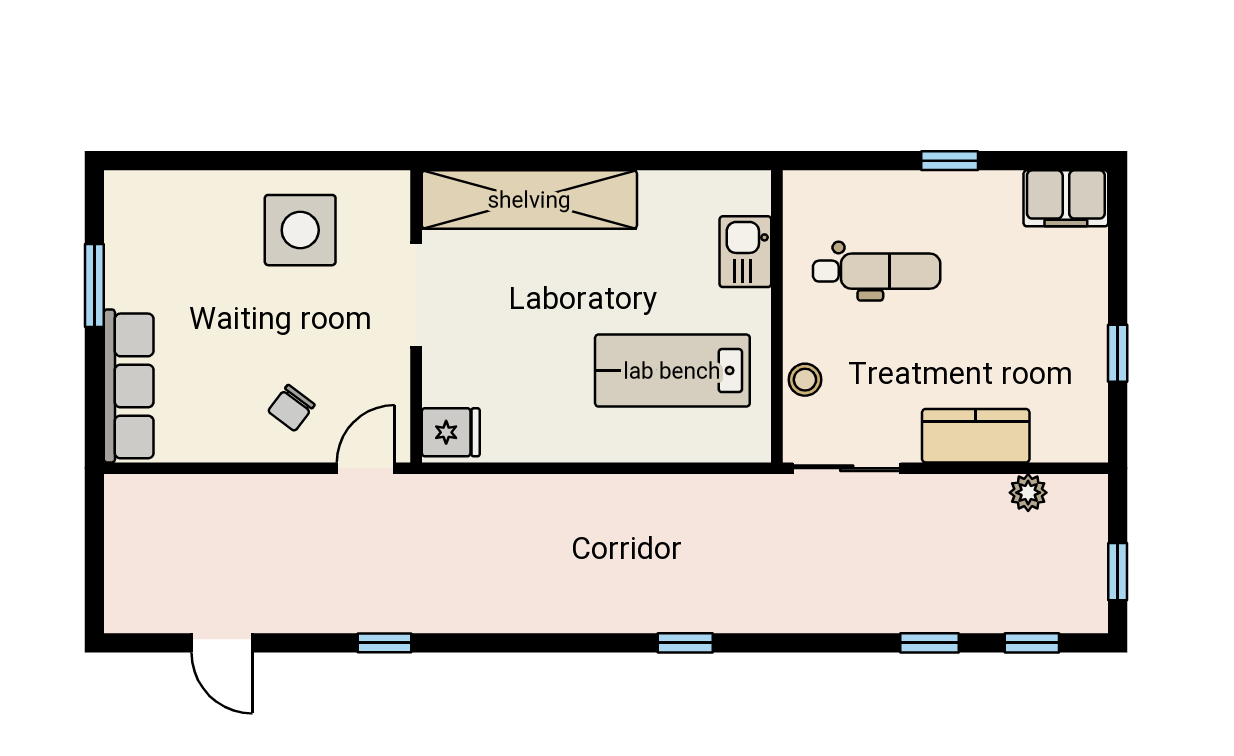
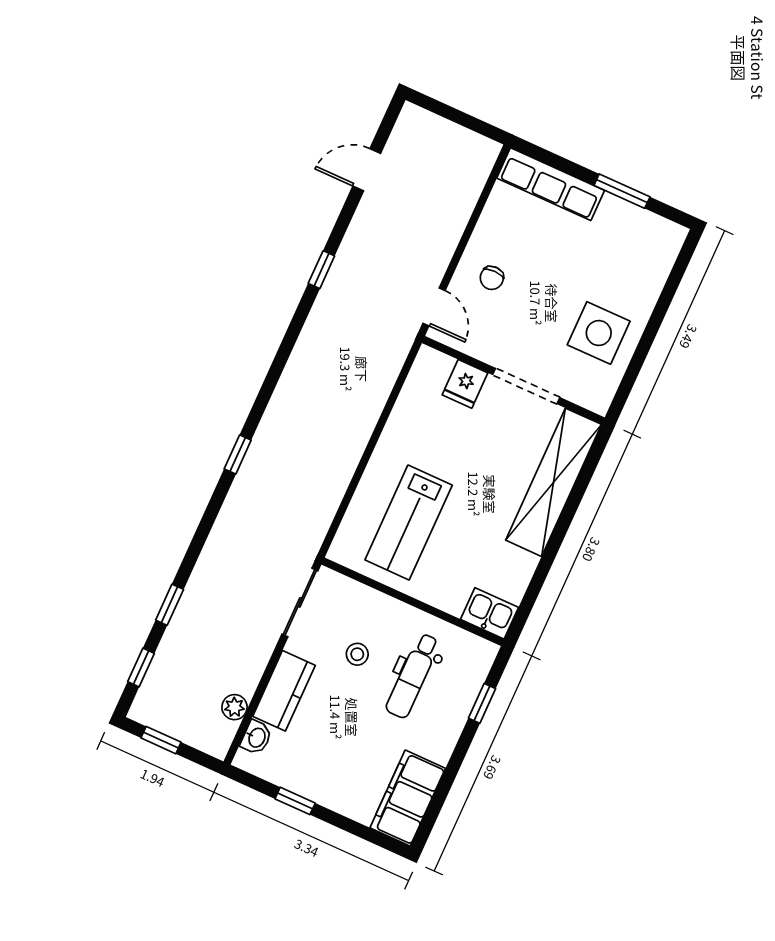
window: (950, 161) -> (482, 703), moved
filing cabinet: (1066, 198) -> (408, 798), width x1.50, depth x1.17
kitchen sink: (745, 252) -> (489, 613), moved
lab bench: (672, 371) -> (409, 523), turned 180
stool: (805, 380) -> (357, 654), moved
chair: (291, 408) -> (492, 278), turned -127
fridge: (451, 432) -> (465, 384), moved
washbasin: (1056, 444) -> (256, 737), added

